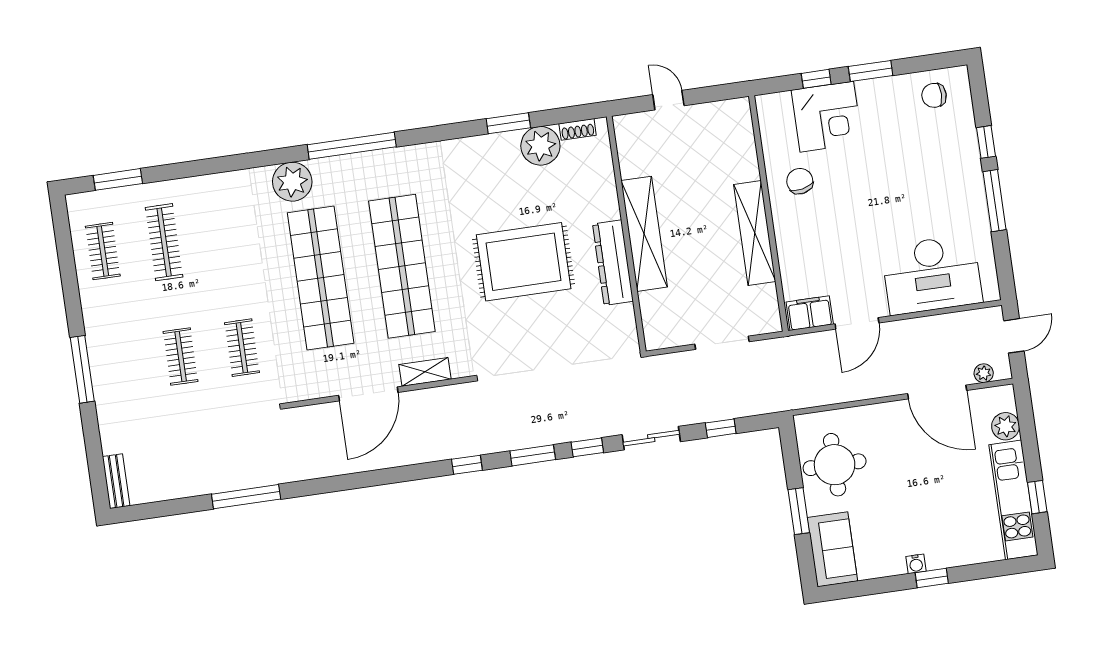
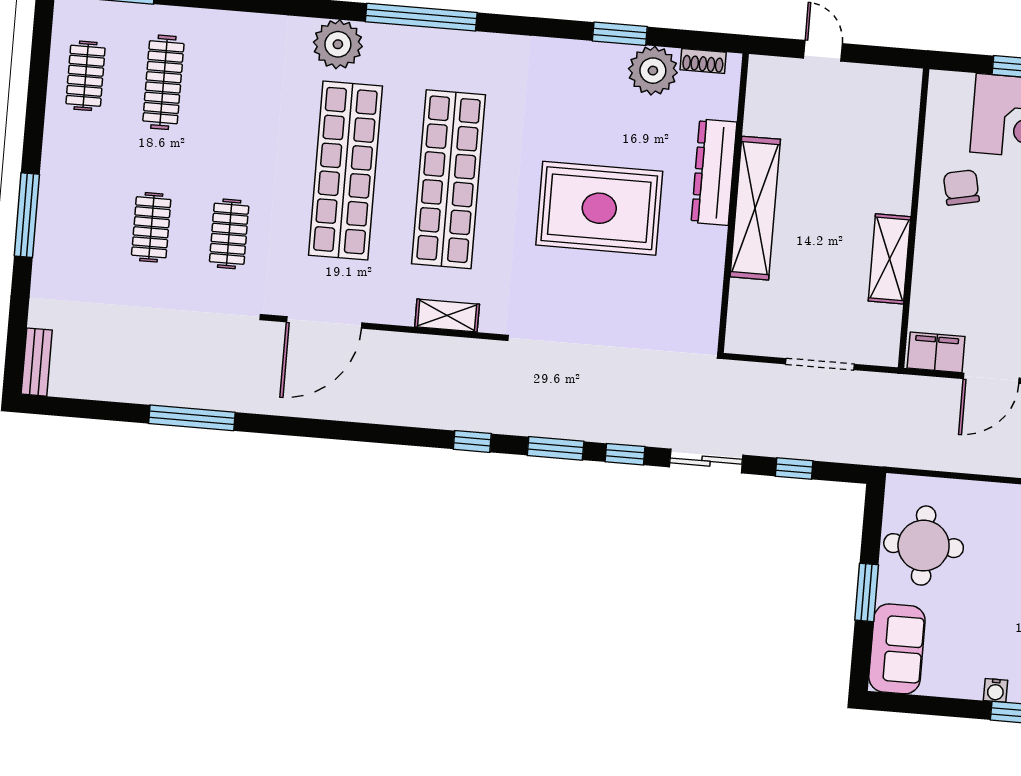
shelving: (755, 233) -> (889, 259), width x0.68
dresser: (613, 263) -> (714, 172), moved
door: (368, 394) -> (324, 322), moved

